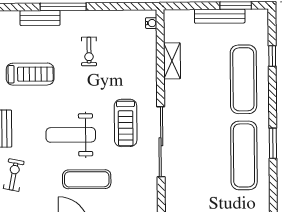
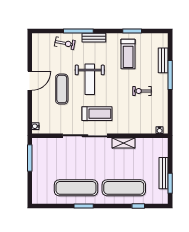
shelving: (172, 61) -> (123, 143), moved
treadmill: (126, 123) -> (97, 114), turned 180
weight bench: (71, 135) -> (90, 79), turned 180

